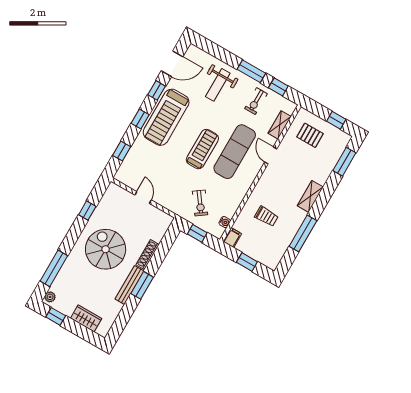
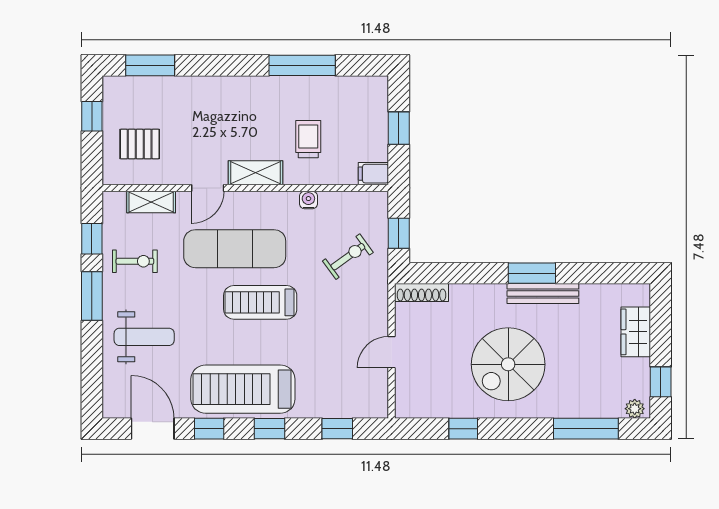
treadmill: (166, 117) -> (243, 389), turned 180
pallet: (310, 135) -> (140, 144), turned 90
shelving: (310, 196) -> (255, 173), moved
water cooler: (225, 222) -> (308, 200), moved
shoe rack: (148, 255) -> (422, 293), moved

